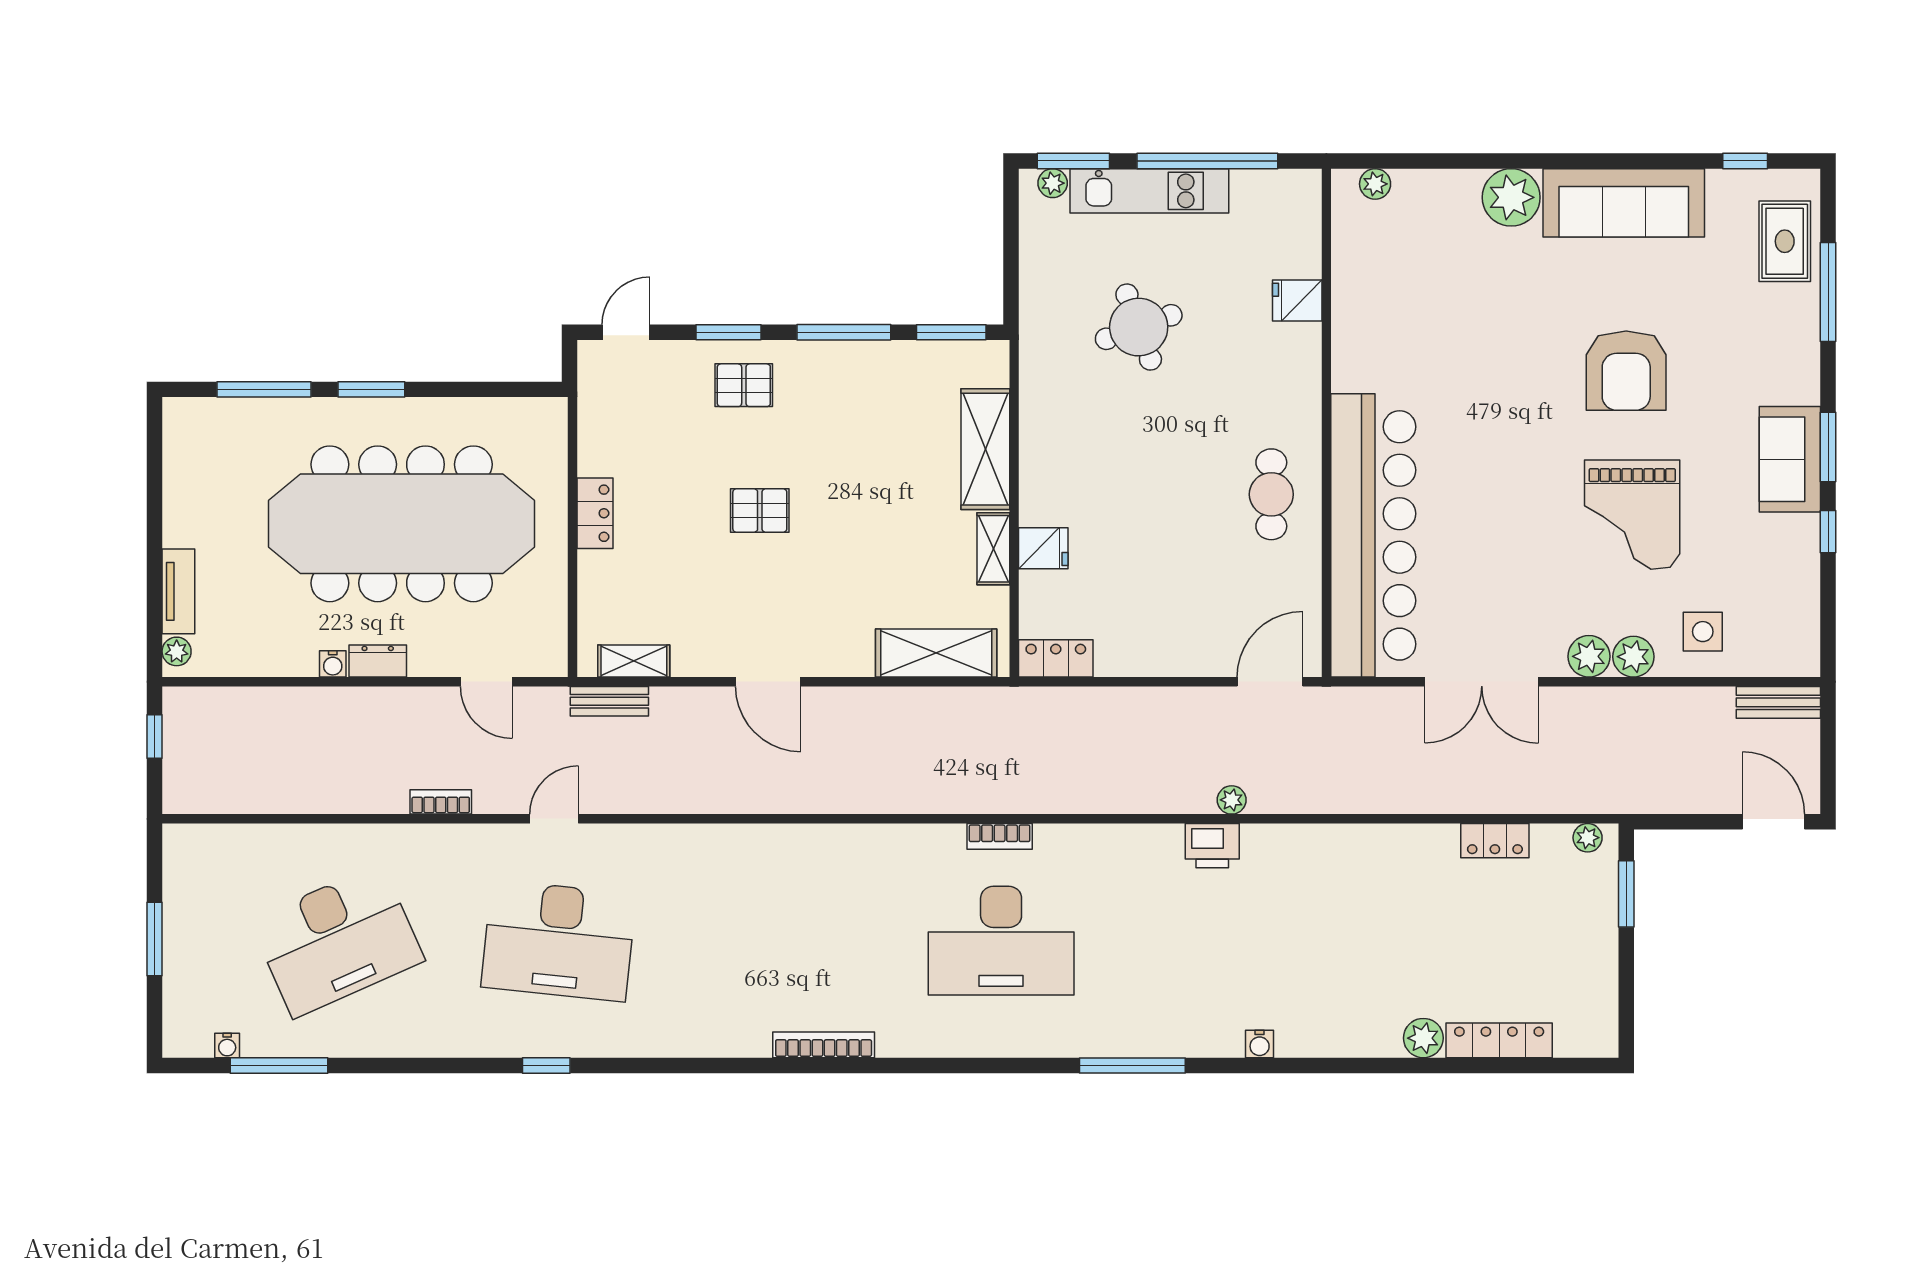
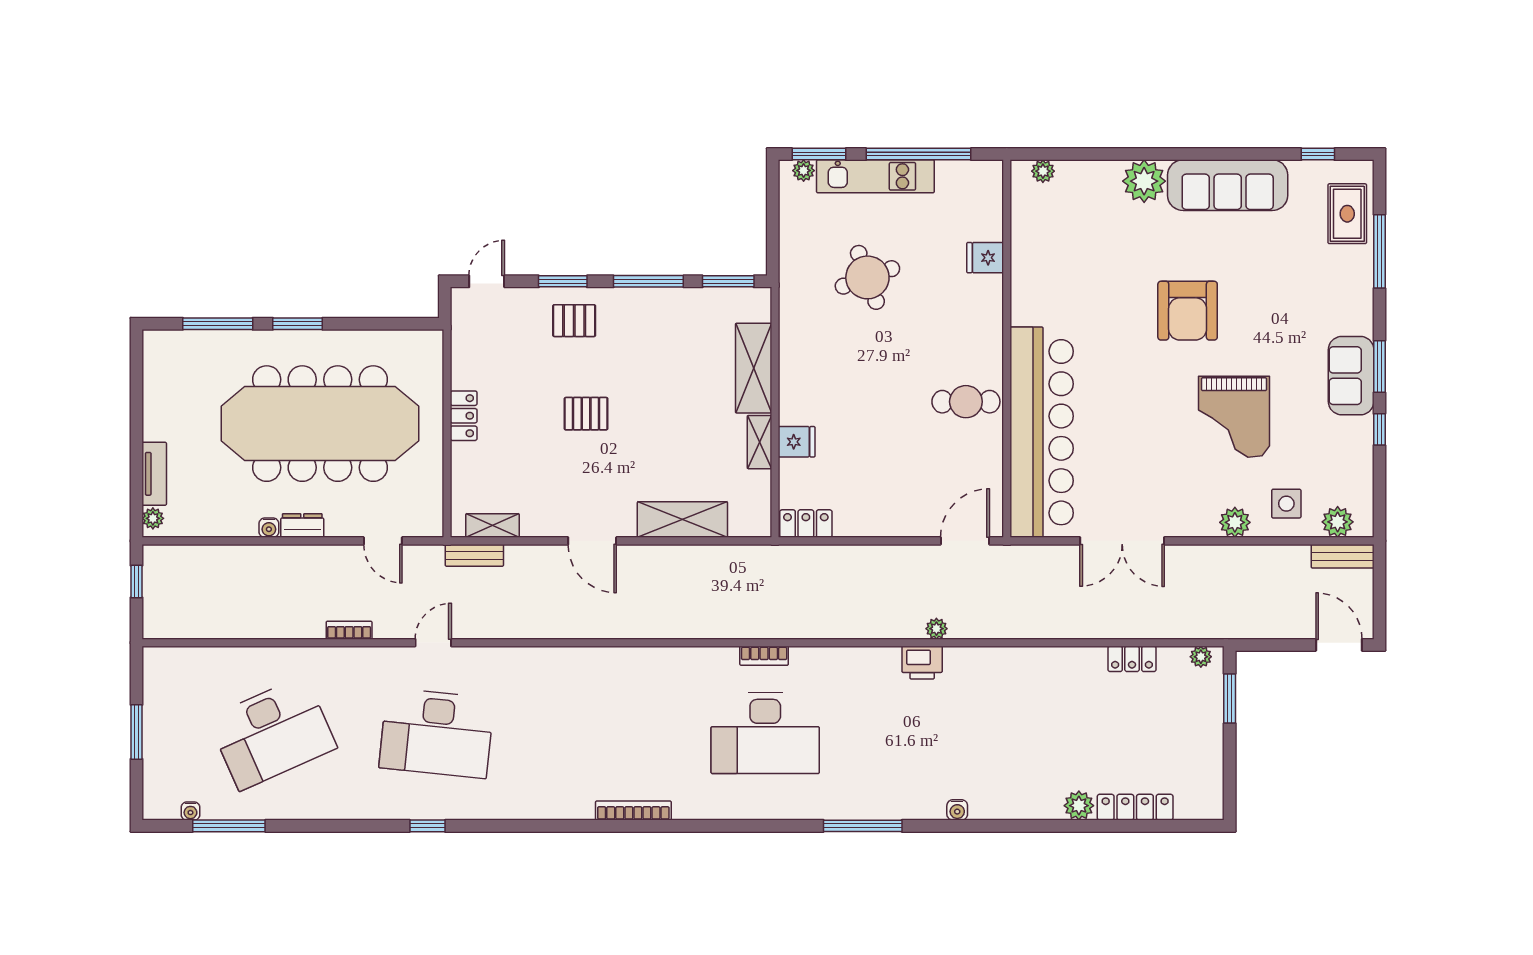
armchair: (1626, 371) -> (1188, 311), moved
cafe table: (1271, 494) -> (966, 402), turned 90
shelving: (936, 653) -> (682, 519), moved
plant: (1589, 656) -> (1338, 522), moved

